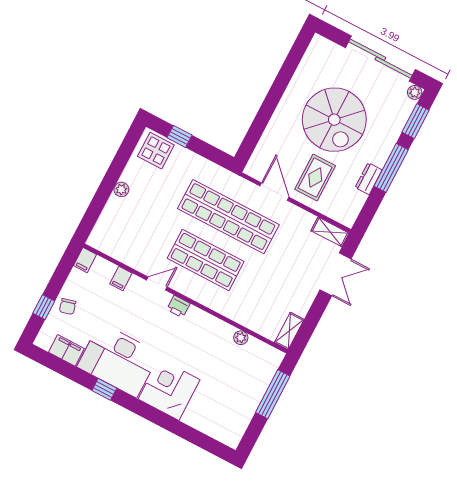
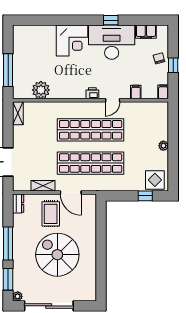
dresser: (369, 179) -> (18, 204), moved
shelving: (330, 232) -> (43, 186), moved
shop shelf: (206, 260) -> (91, 130), width x1.40
window: (44, 307) -> (173, 65), moved
plant: (241, 338) -> (41, 90), width x1.87, depth x1.87

